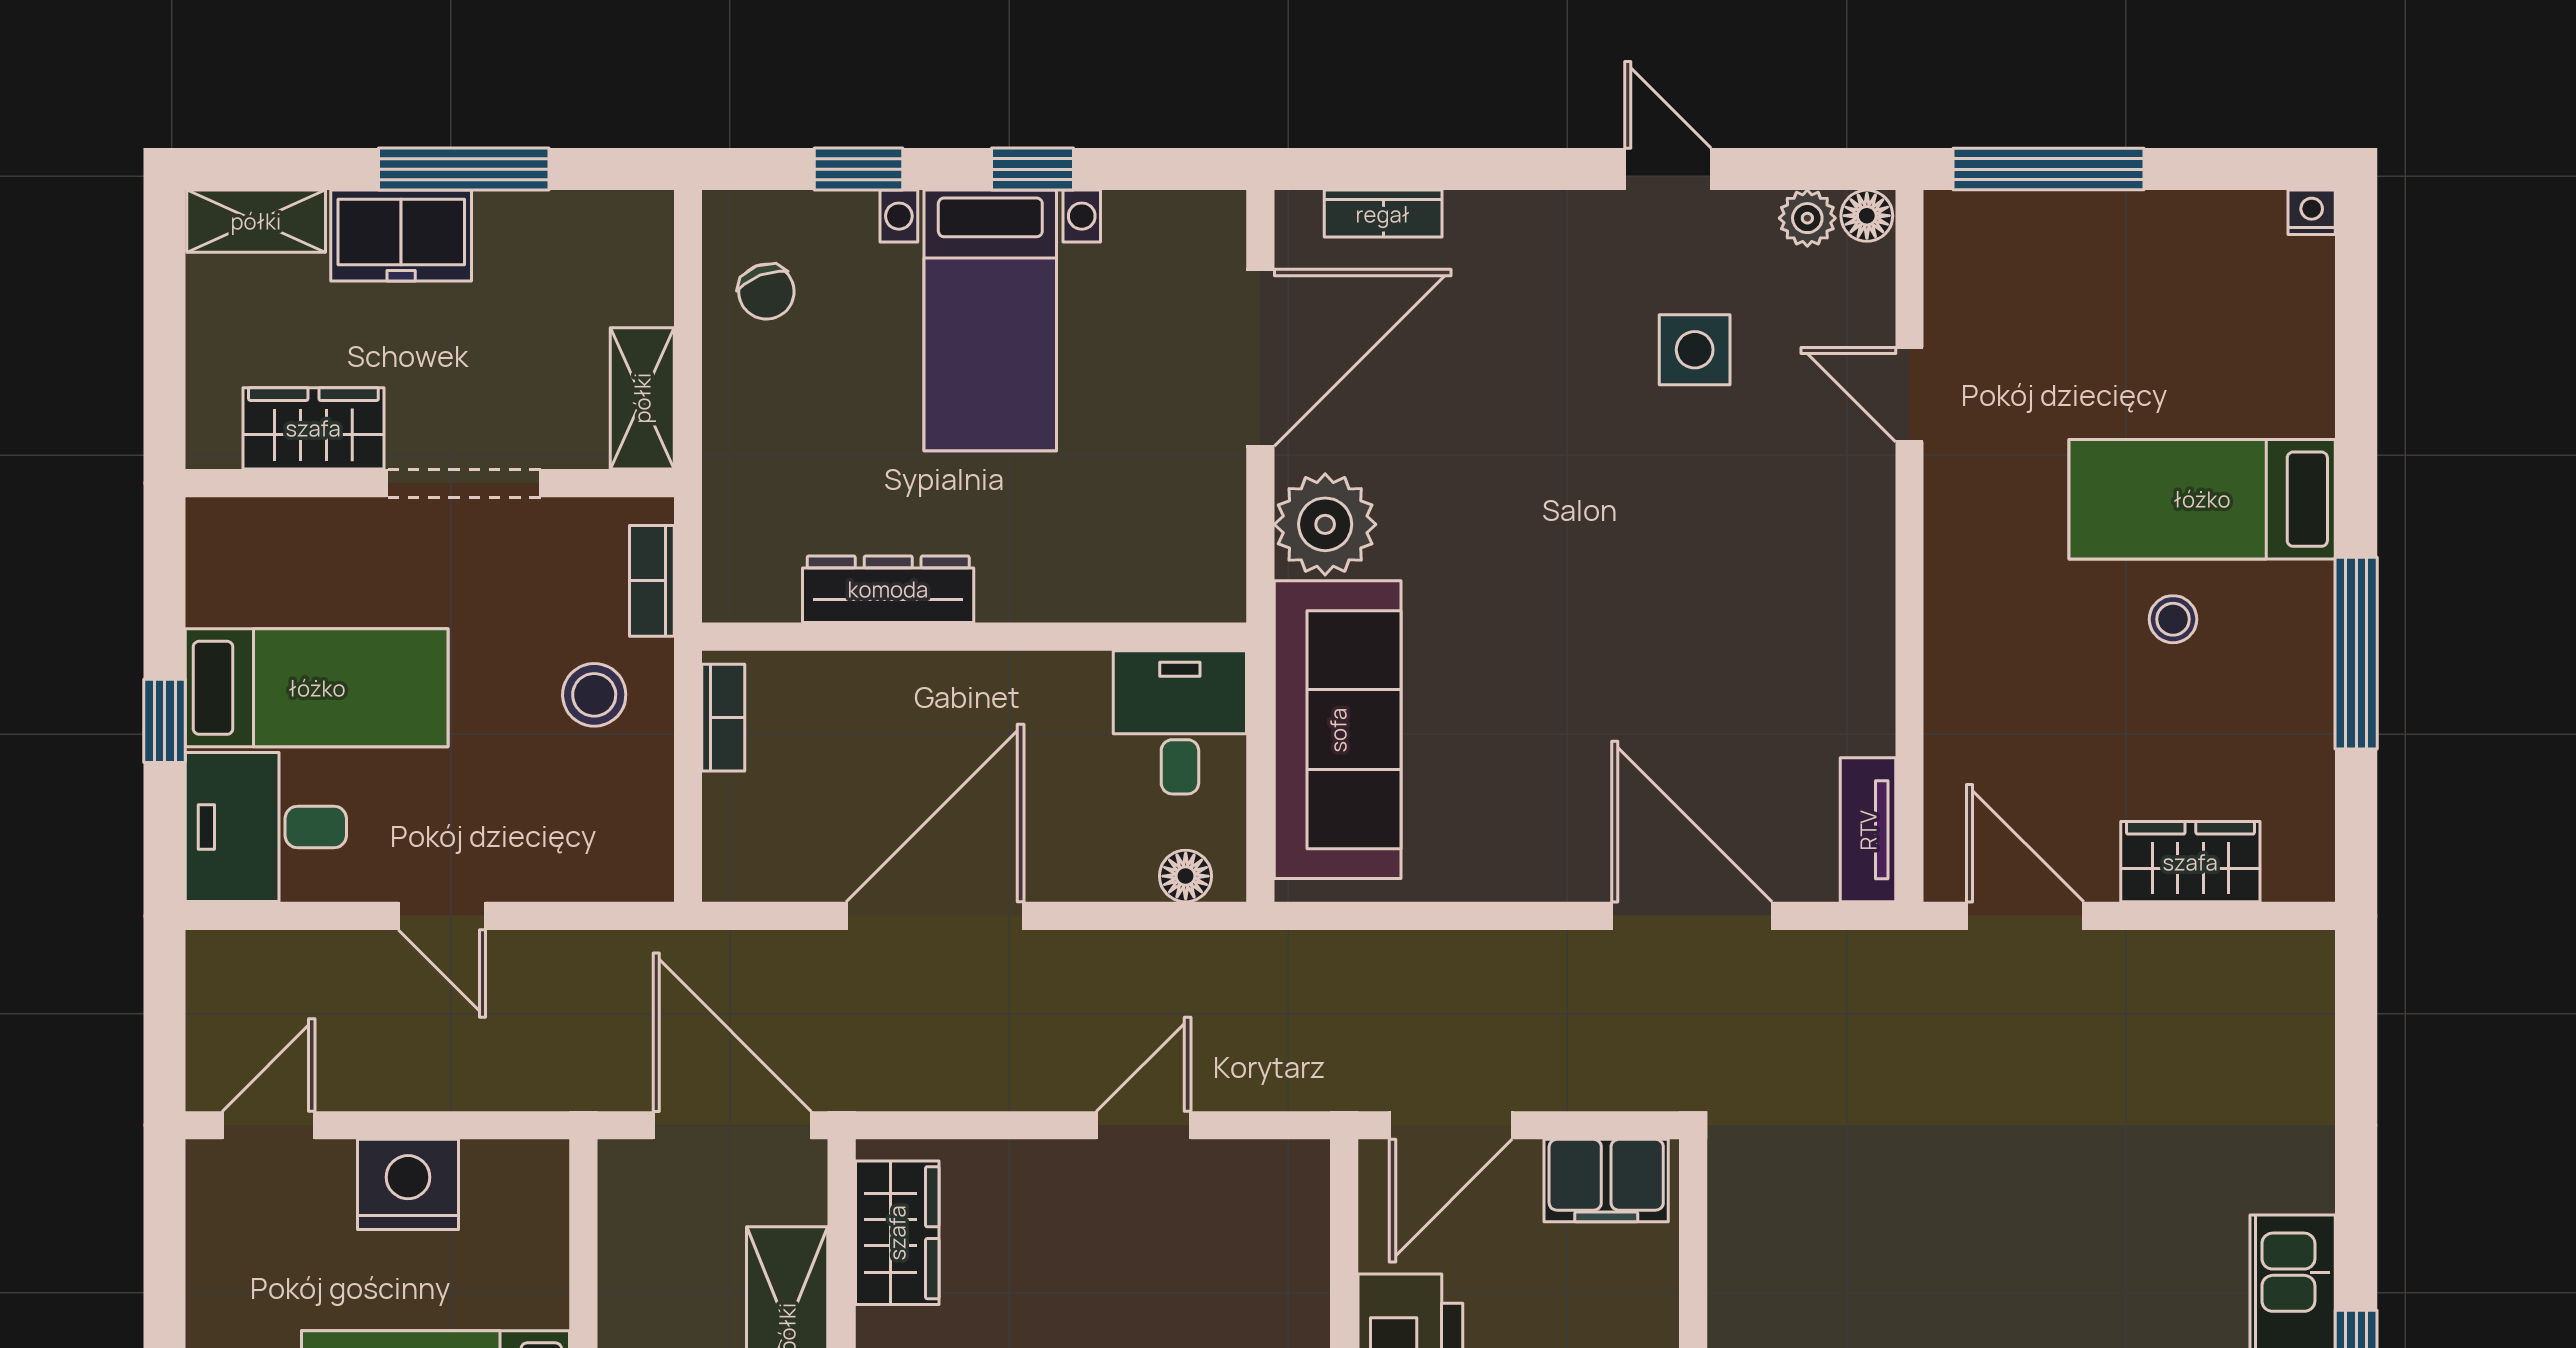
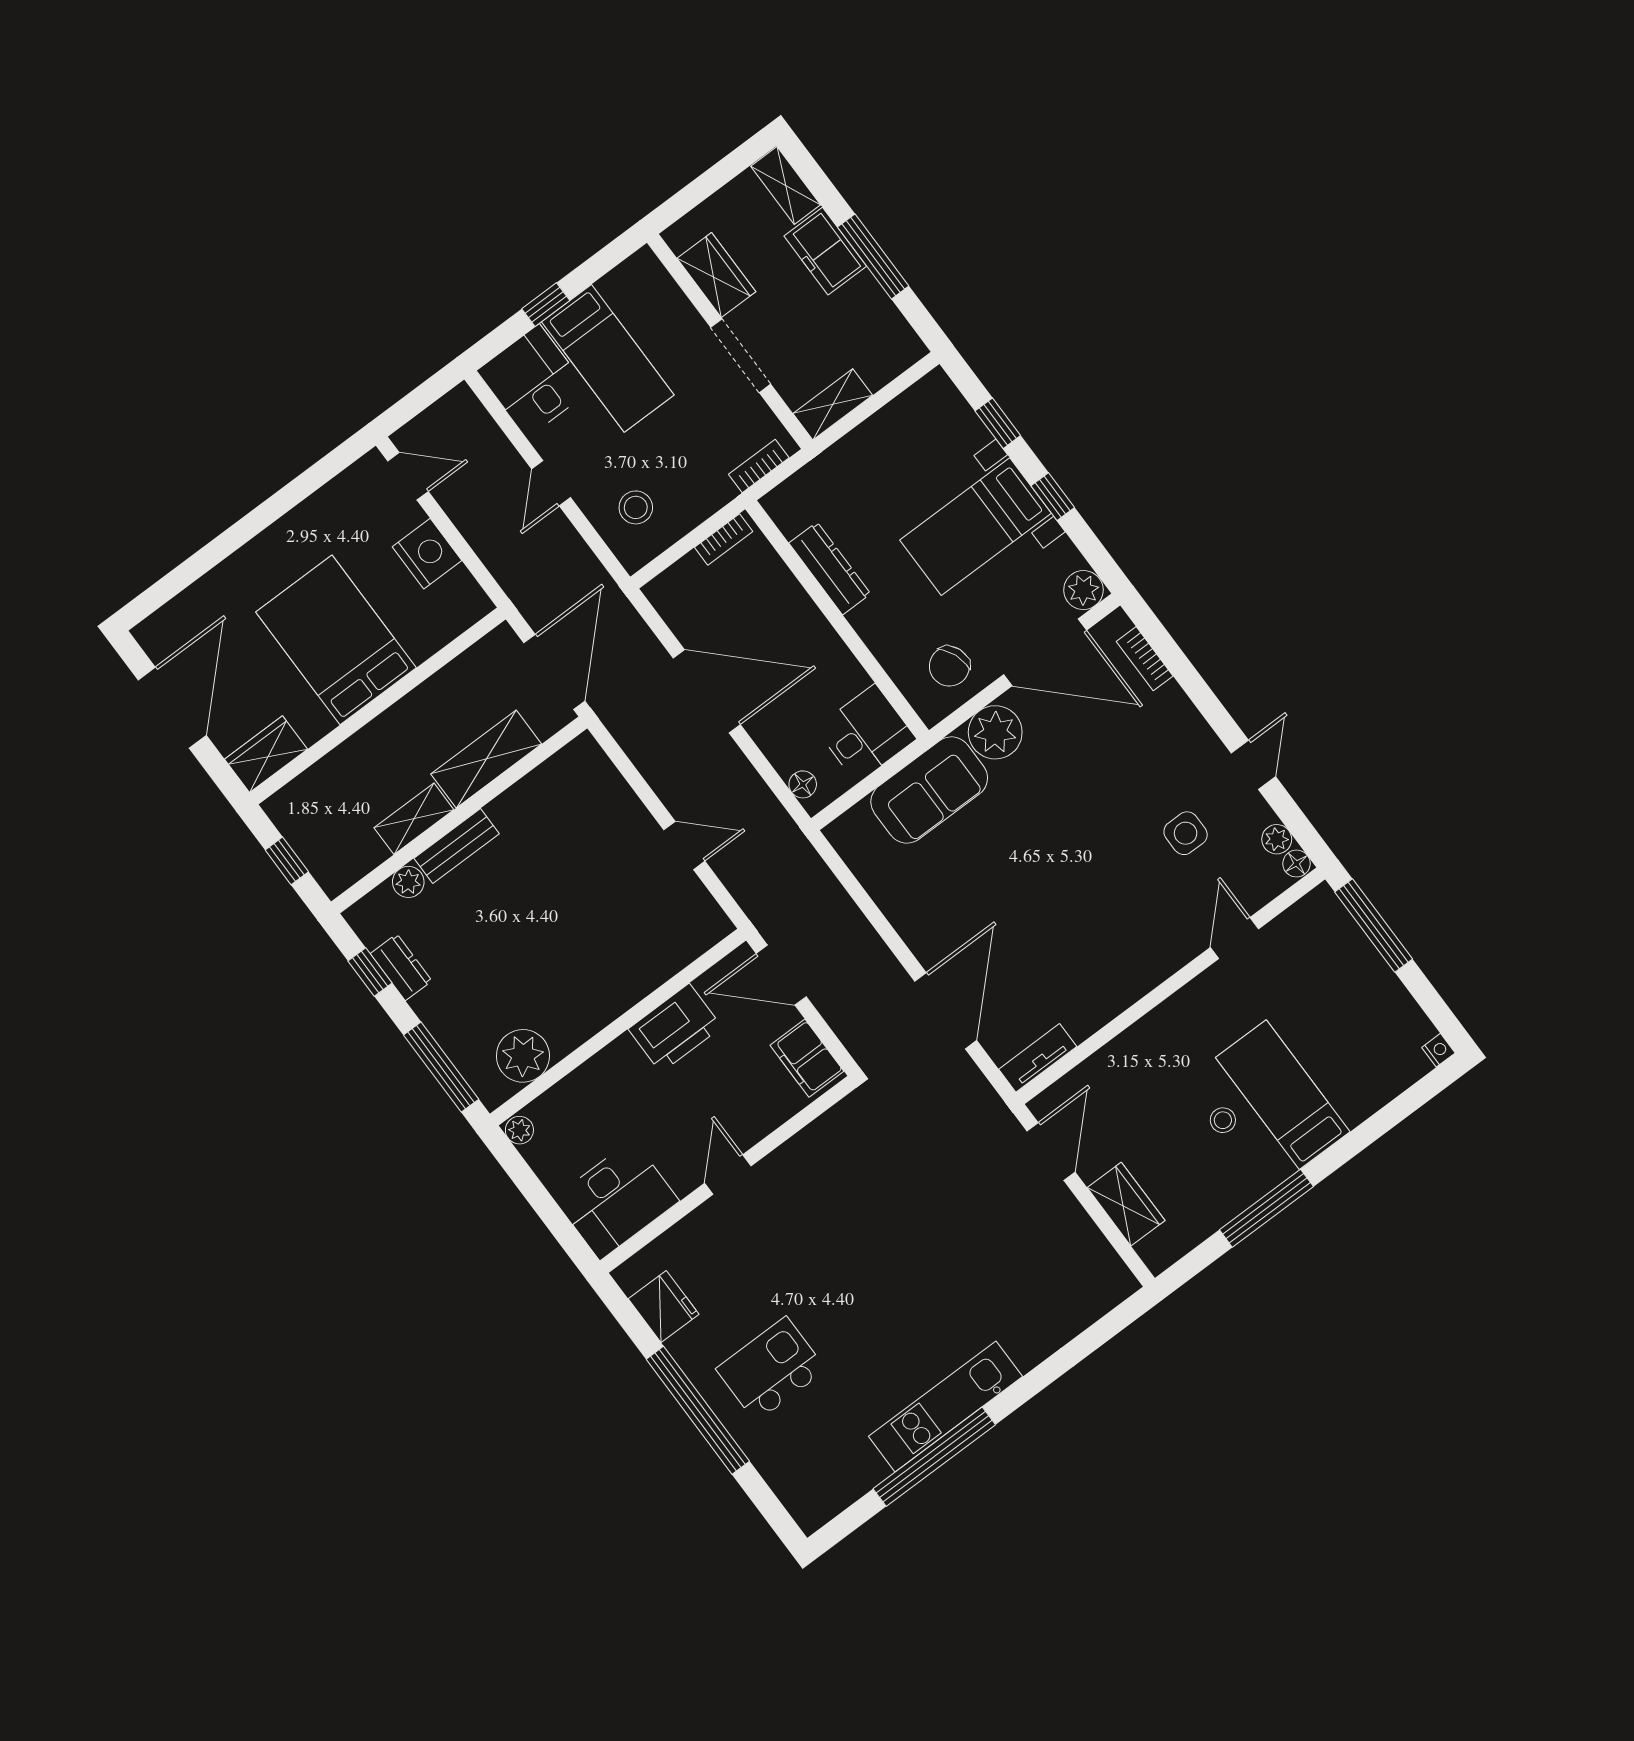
plant: (1209, 229) -> (1083, 590), added
chair: (766, 292) -> (949, 666), moved, width x1.37, depth x1.37
stool: (594, 695) -> (636, 507), moved
sofa: (1338, 730) -> (929, 790), width x0.73
wardrobe: (897, 1233) -> (561, 775), removed

